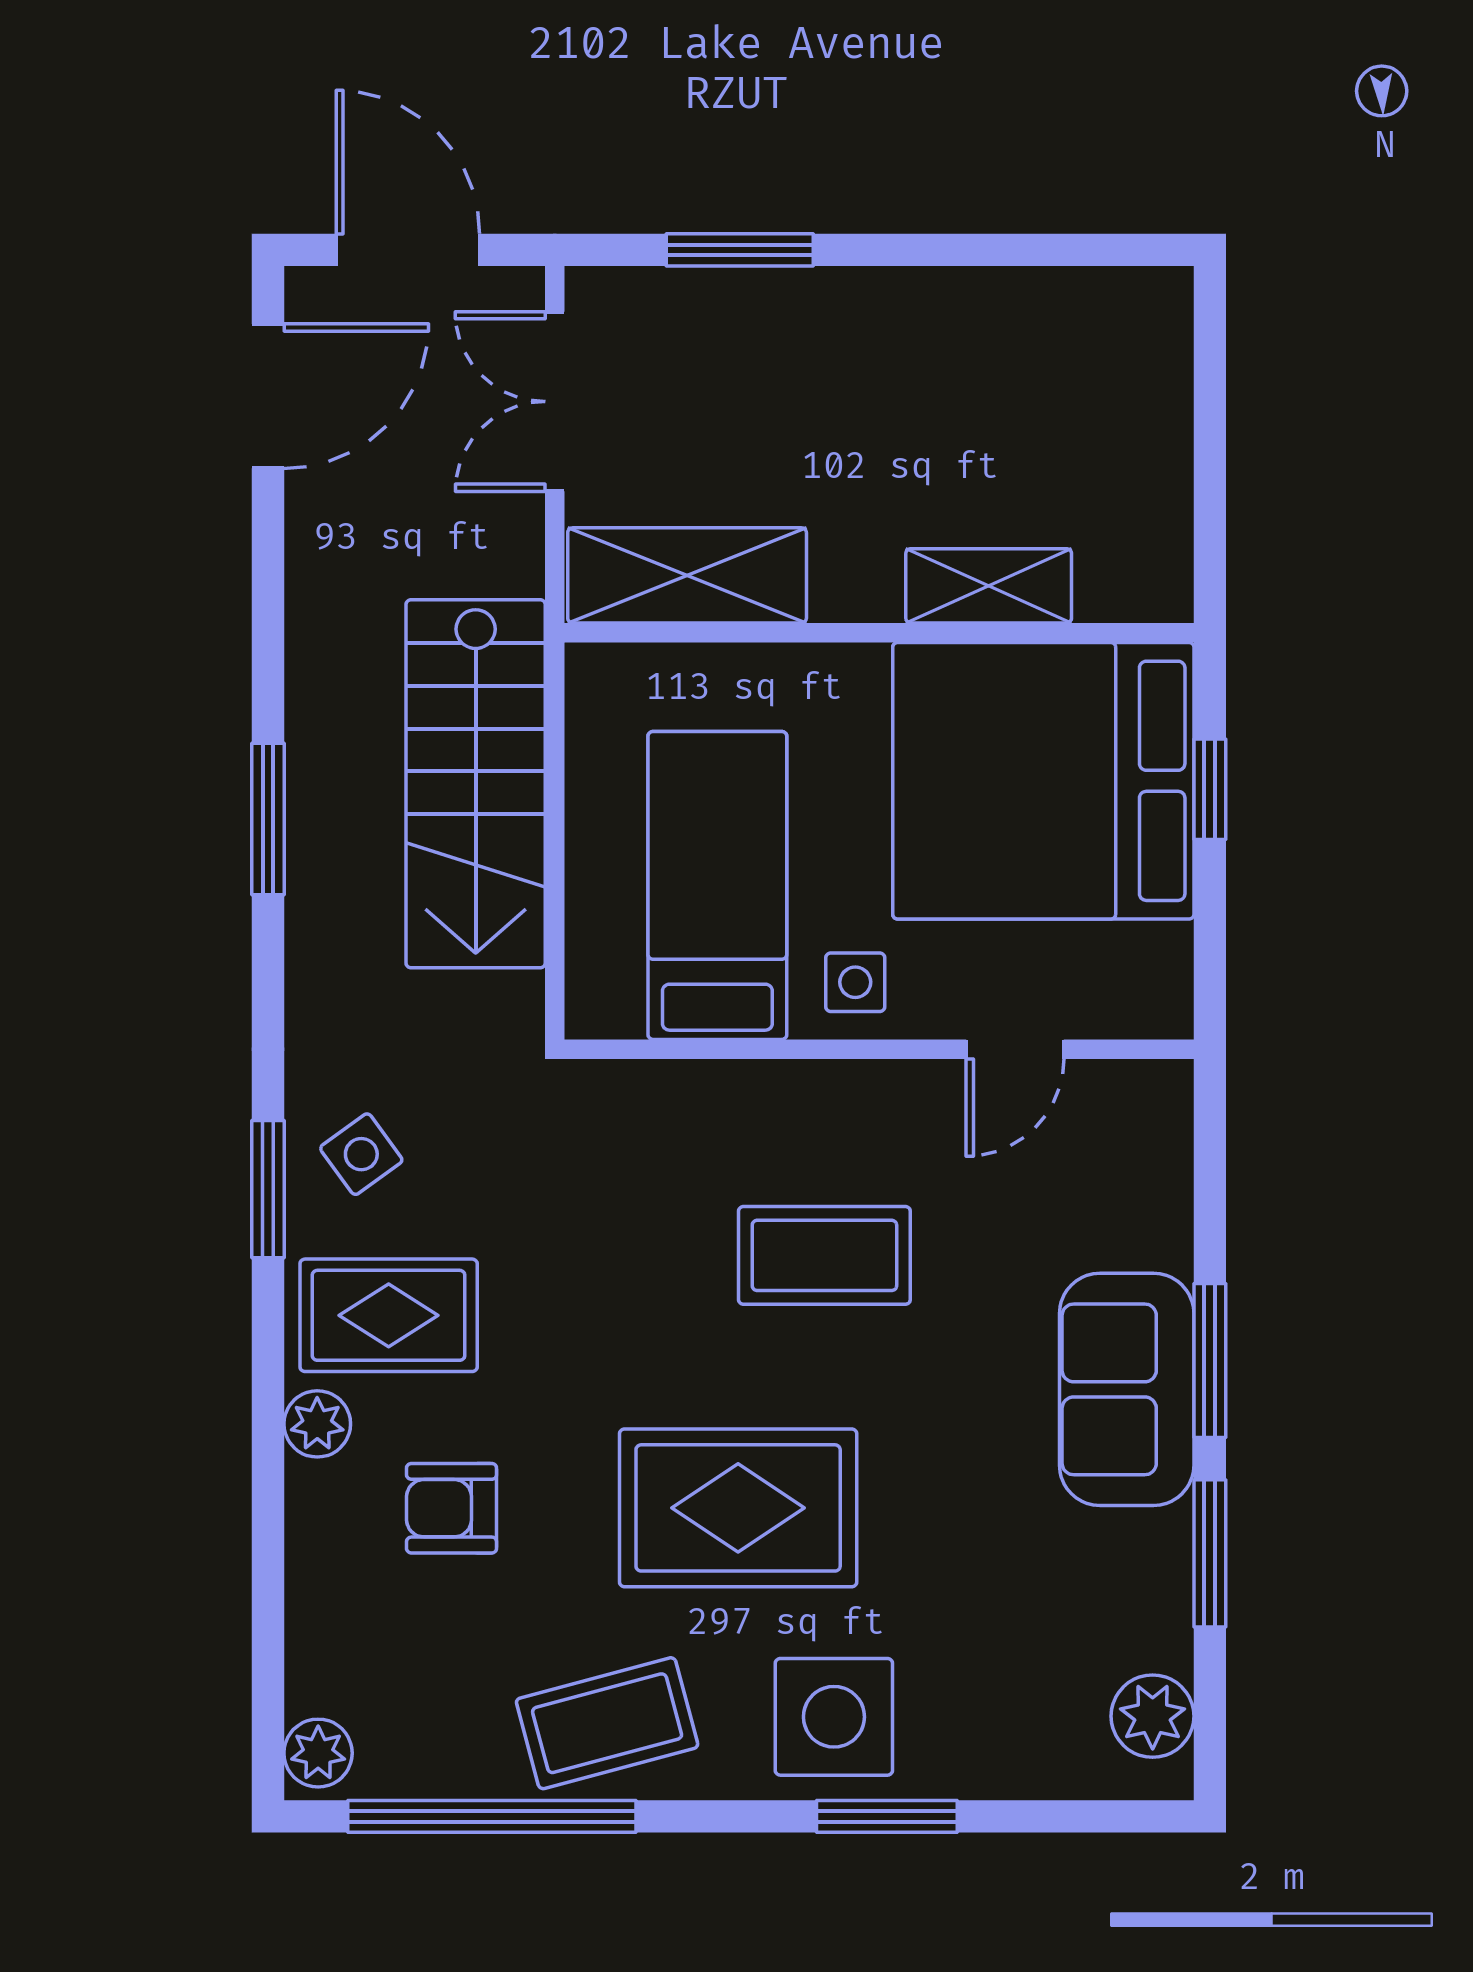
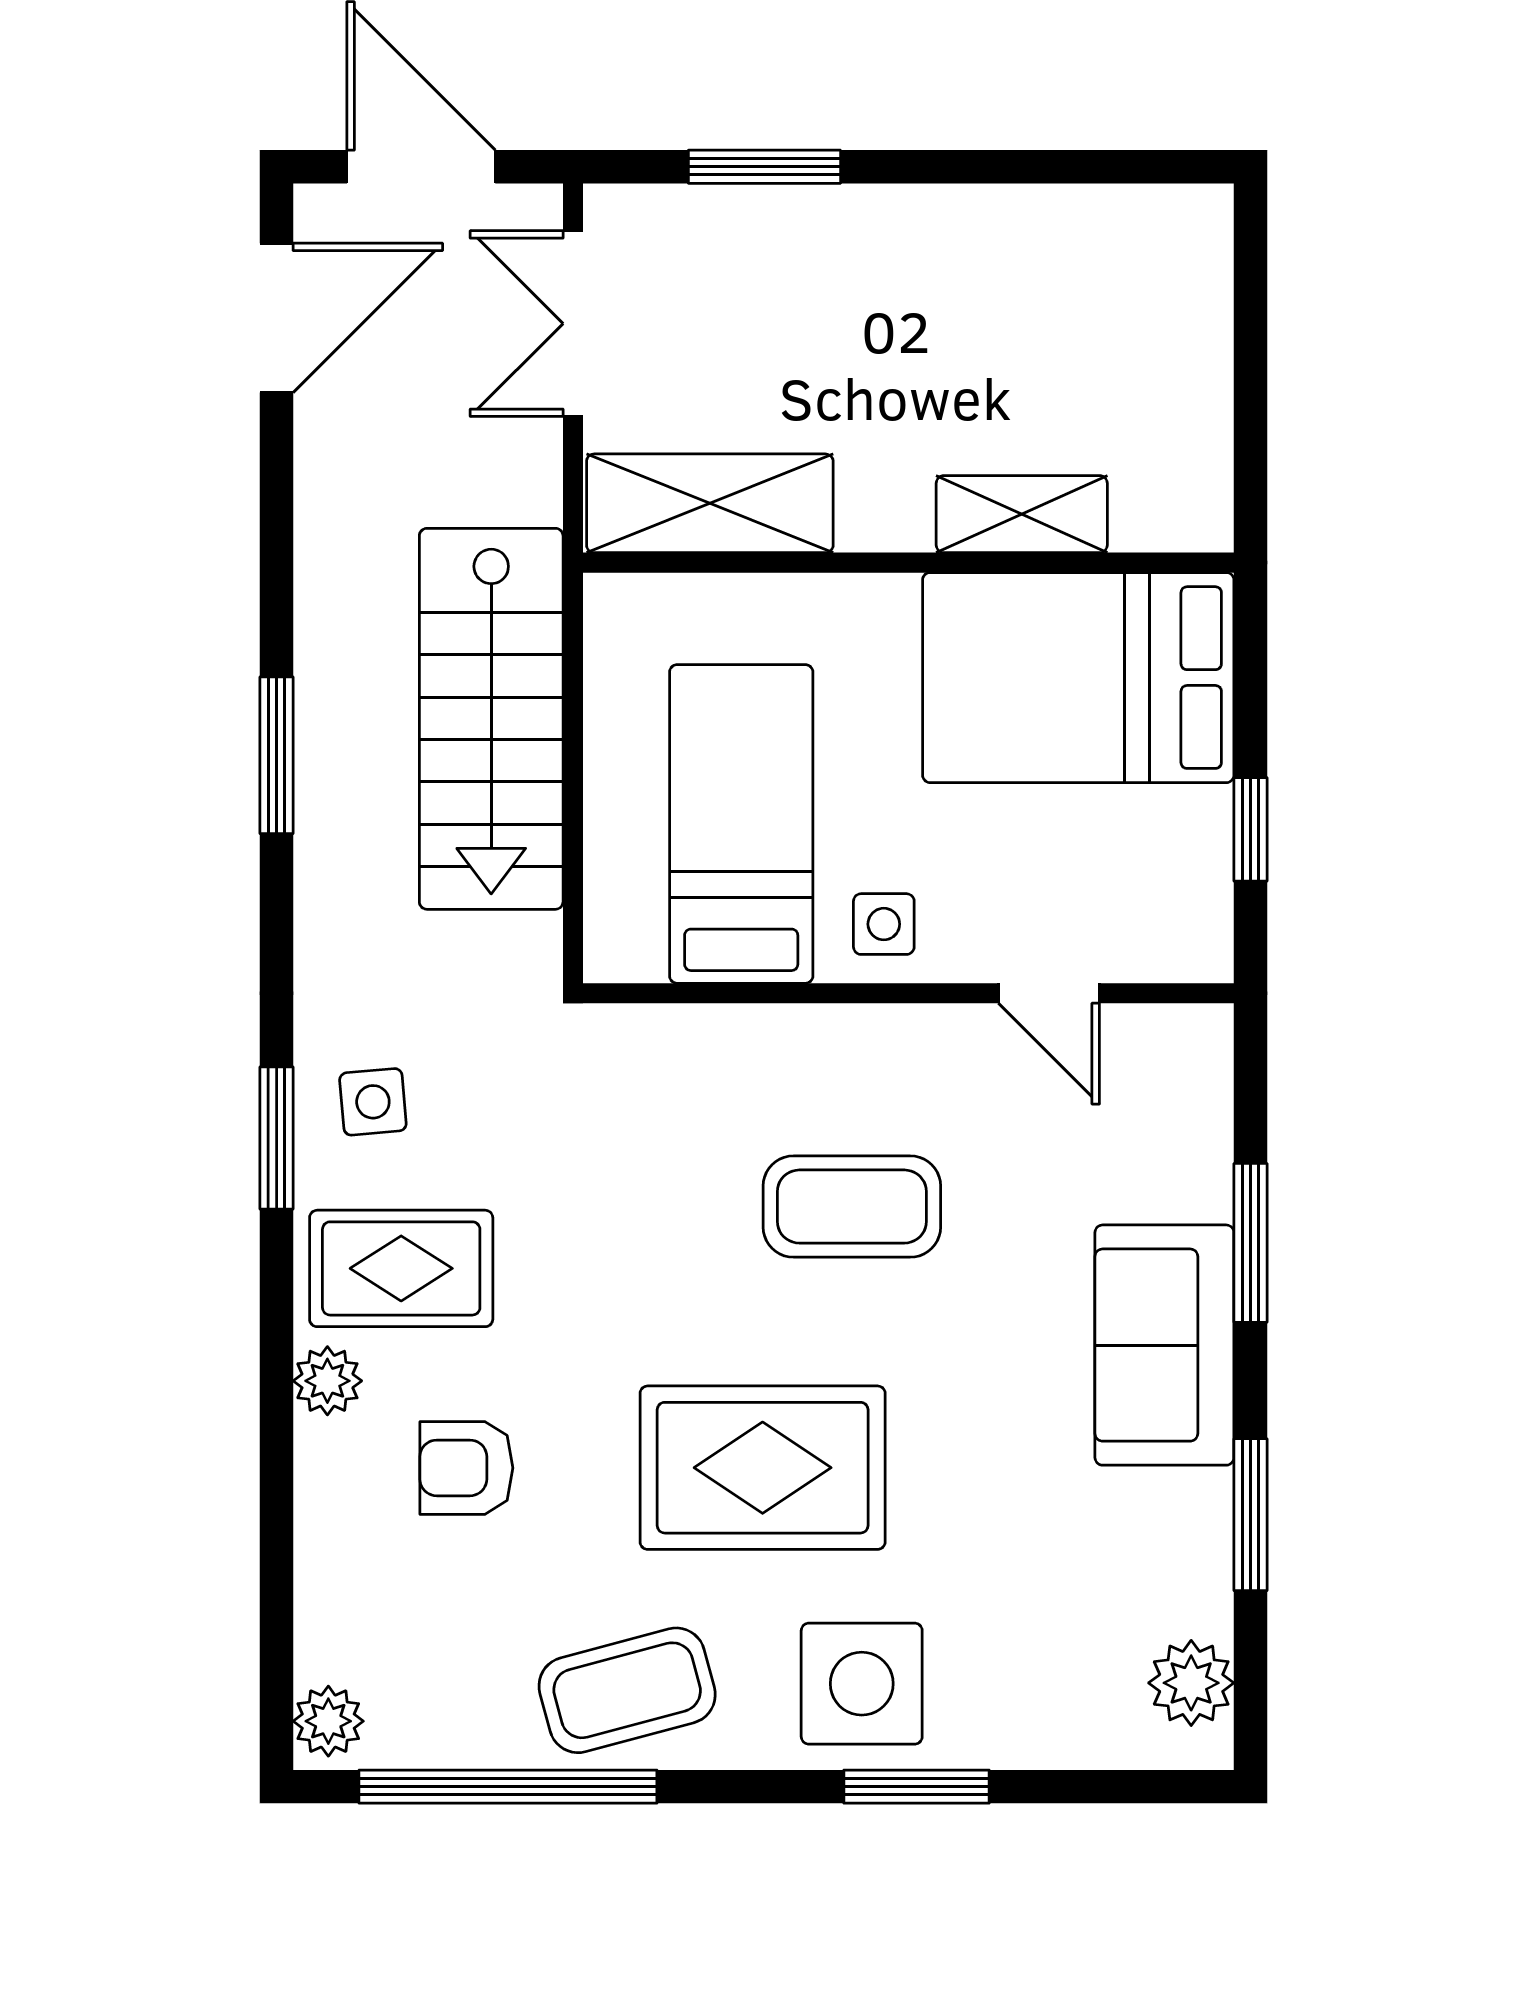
bed: (1043, 781) -> (1078, 678), width x0.73
window: (1210, 789) -> (1250, 829), moved
door: (1015, 1049) -> (1049, 993), hinge flipped
side table: (361, 1154) -> (373, 1102), turned 31
window: (1210, 1360) -> (1250, 1243), moved

